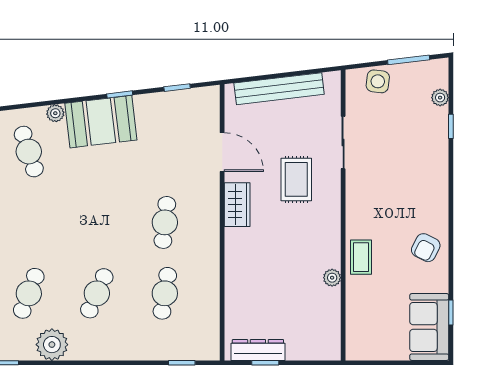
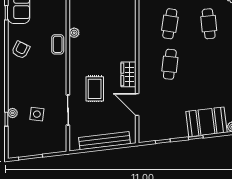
side table: (378, 81) -> (37, 114), moved
plant: (440, 98) -> (13, 113), moved
cafe table: (97, 293) -> (209, 24), turned -30

